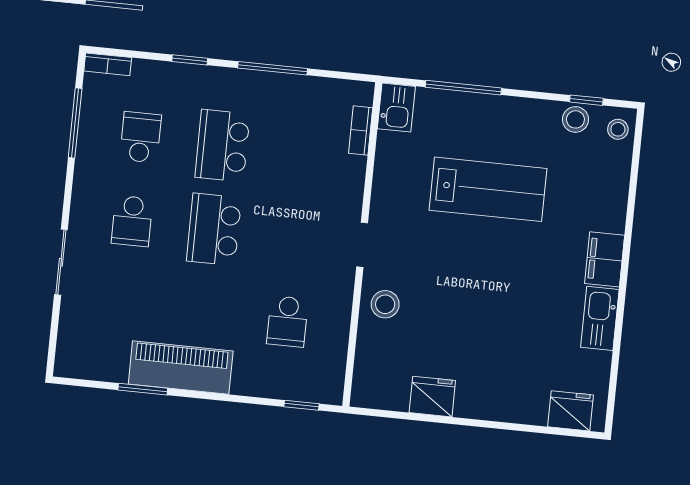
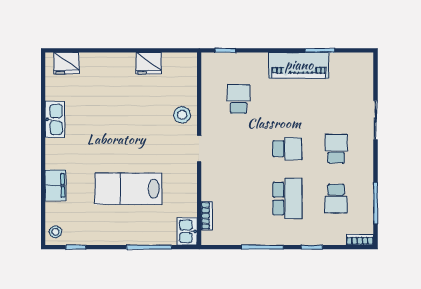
stool: (575, 119) -> (81, 235), removed
school desk: (214, 229) -> (287, 149), width x0.54
filing cabinet: (605, 259) -> (55, 185), moved

